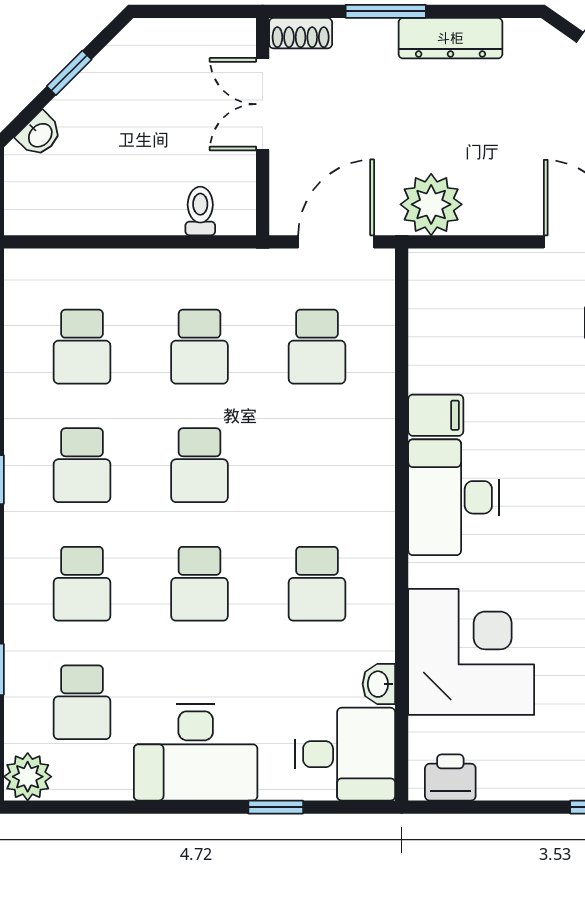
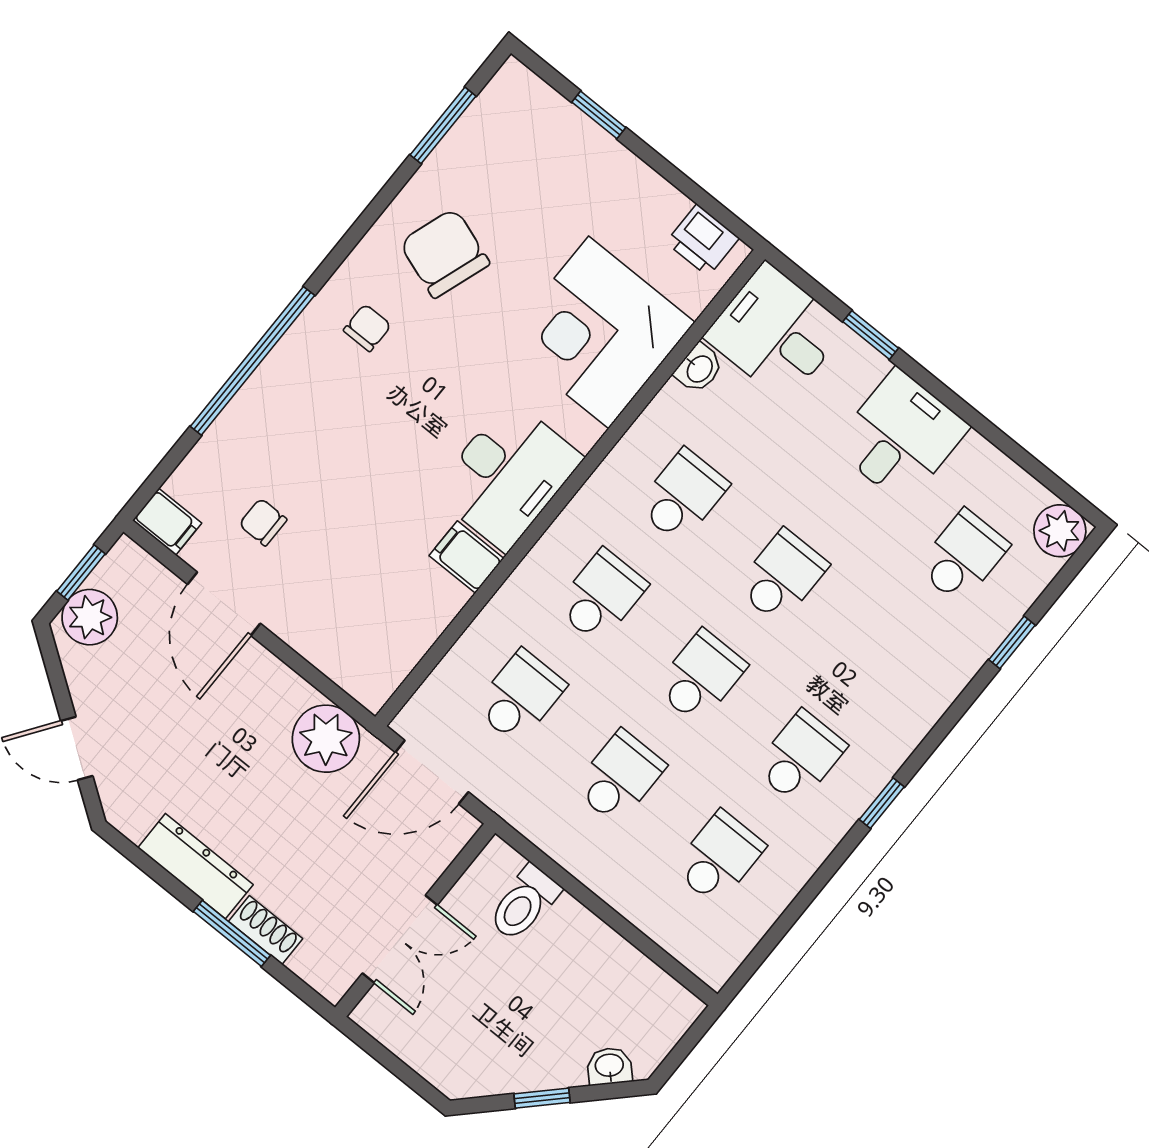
shoe rack: (301, 33) -> (266, 930), moved
toilet: (200, 211) -> (524, 903), width x1.37, depth x1.39
school desk: (82, 584) -> (601, 596), moved
desk: (196, 752) -> (901, 436), width x0.73

